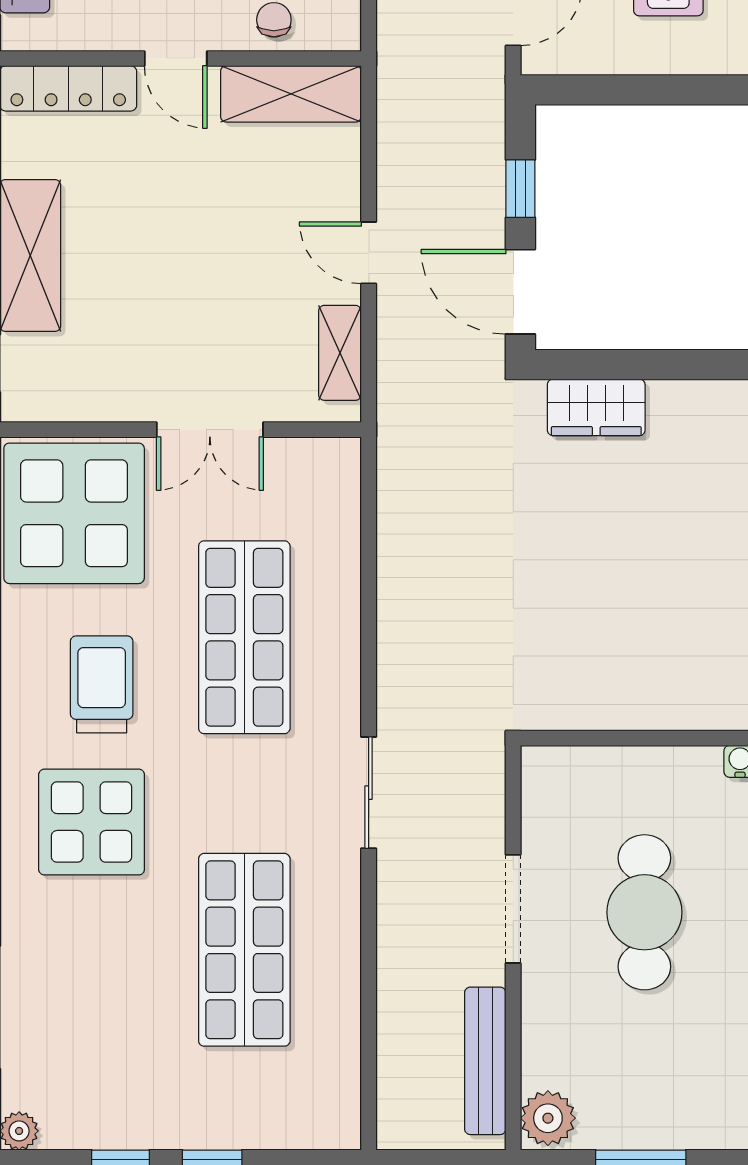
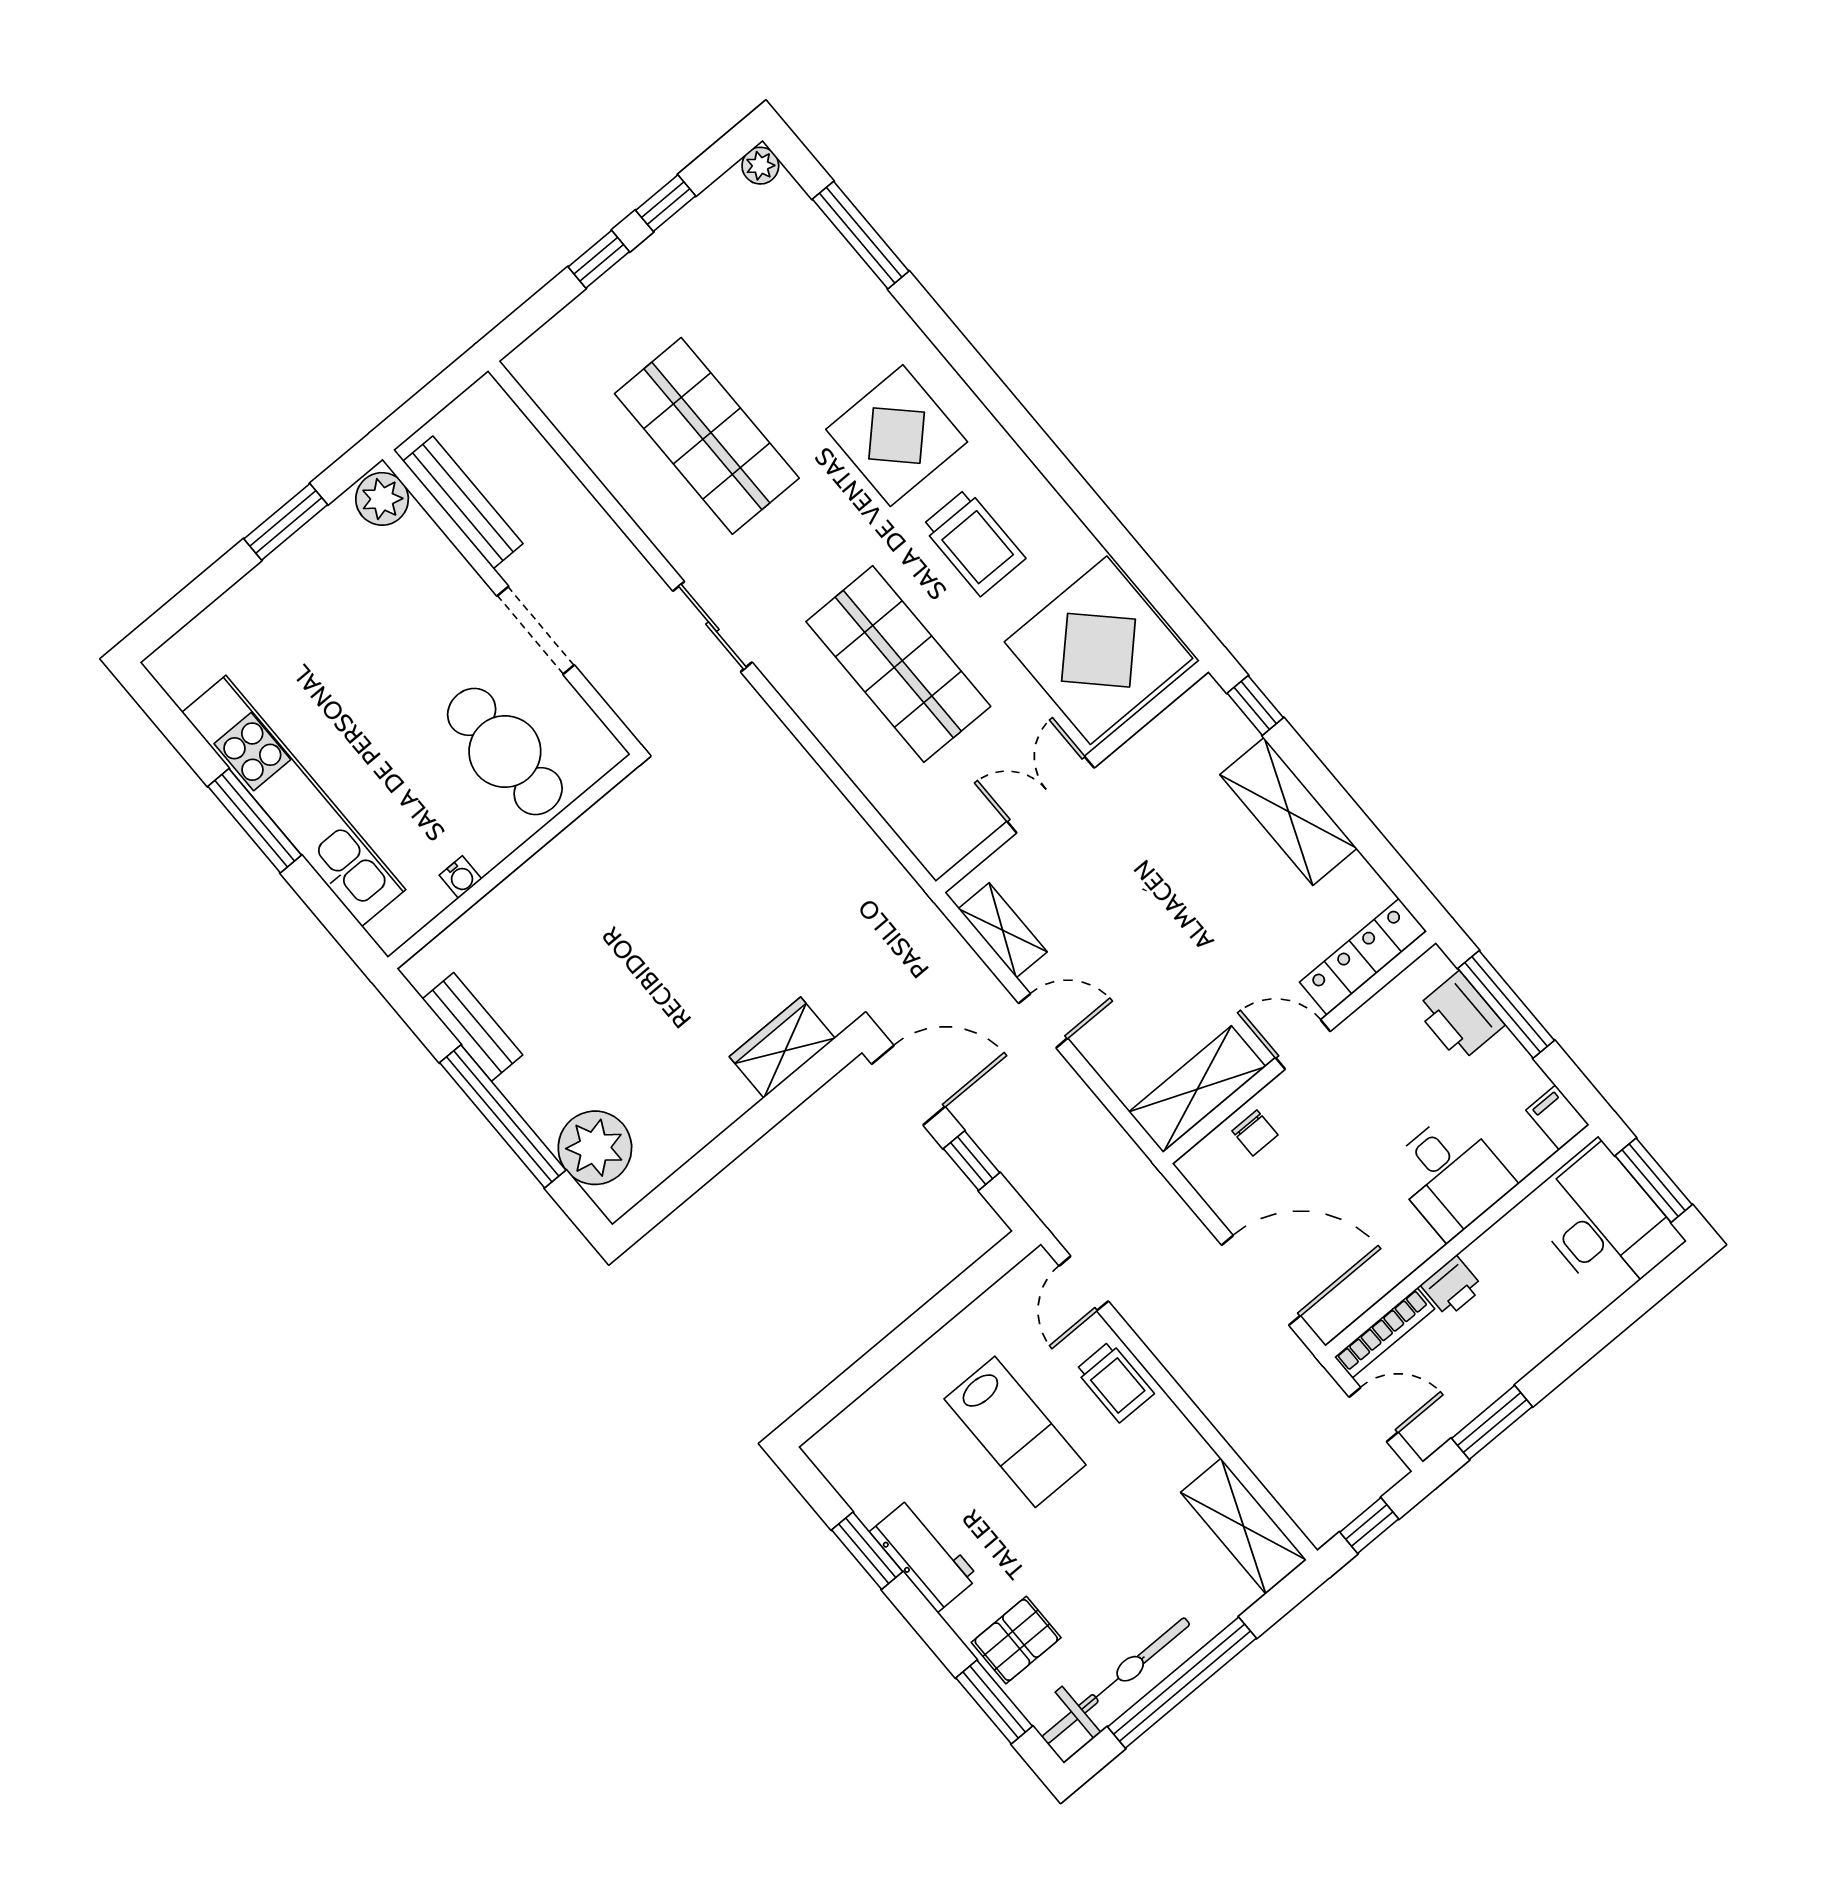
cafe table: (644, 912) -> (505, 751), moved

